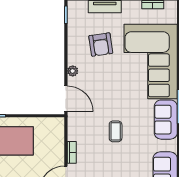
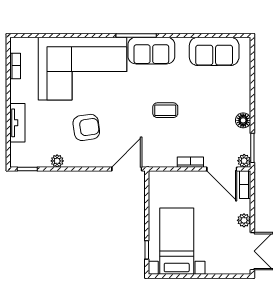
armchair: (101, 45) -> (86, 127), moved
plant: (73, 71) -> (57, 161), moved

